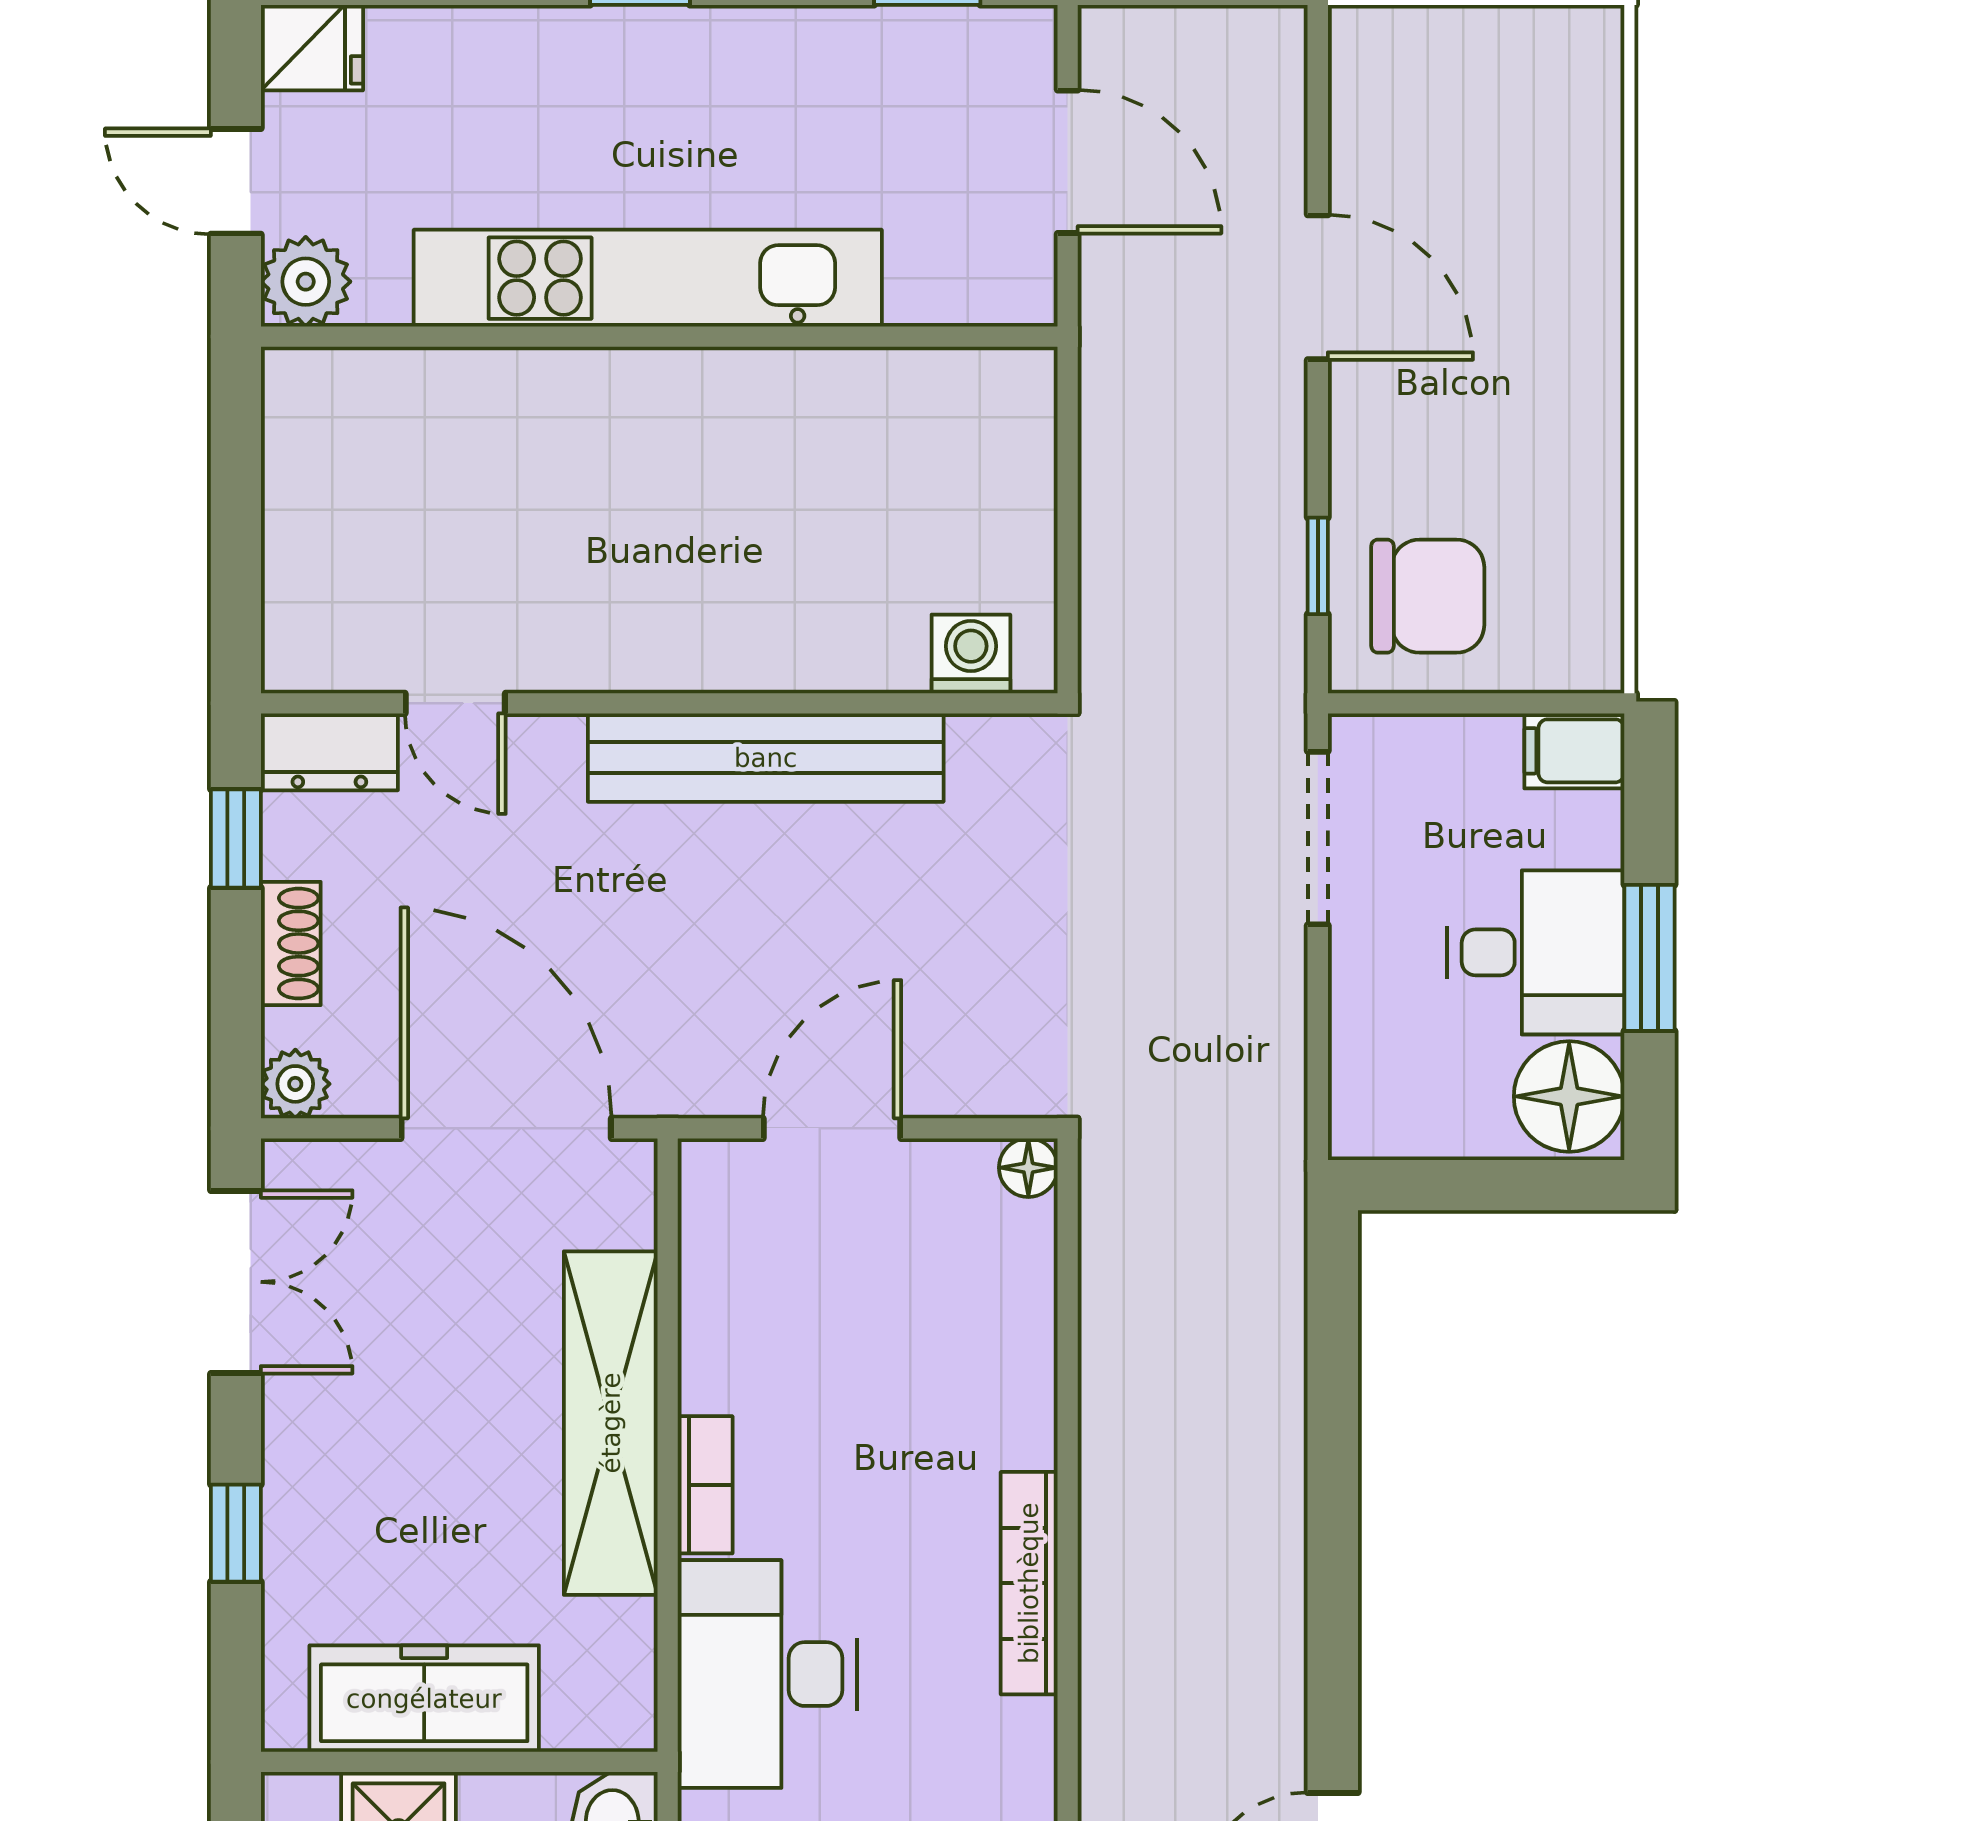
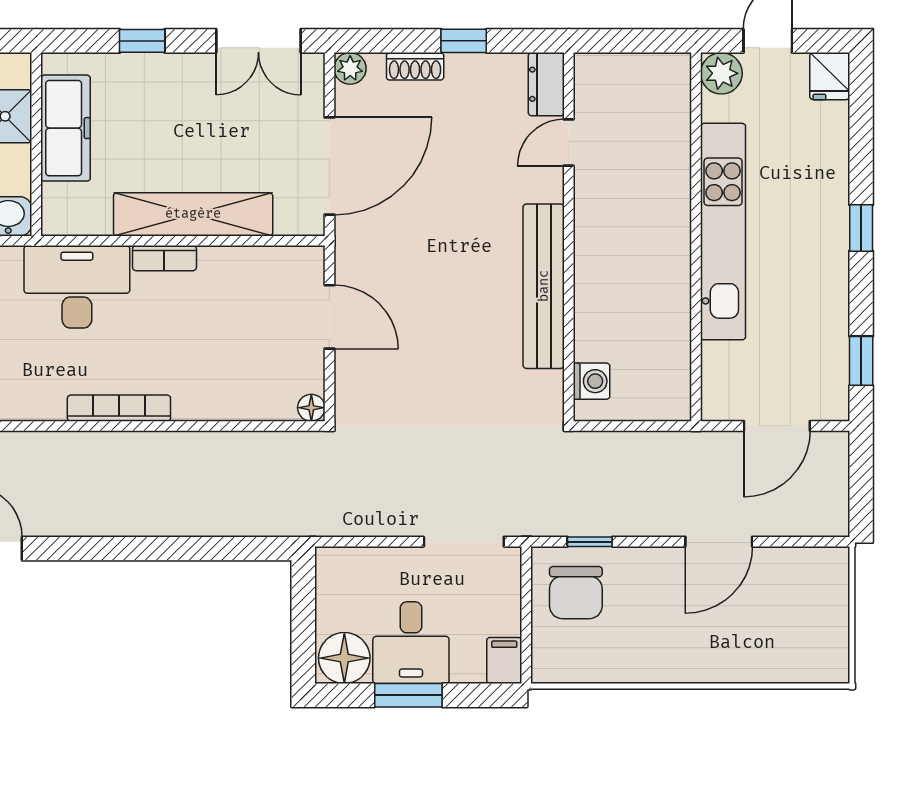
washing machine: (971, 654) -> (592, 381), moved
door: (455, 703) -> (569, 143), moved
wall: (659, 703) -> (569, 237), moved
dresser: (329, 752) -> (546, 84), moved
bench: (766, 758) -> (544, 286), moved

